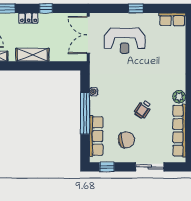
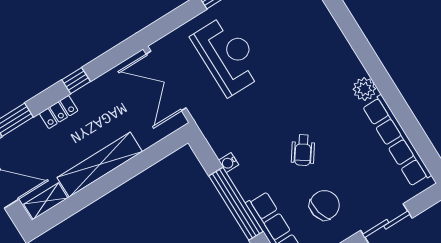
reception desk: (125, 41) -> (228, 56), turned -90
shelving: (32, 55) -> (100, 165), width x1.47
wheelchair: (143, 109) -> (303, 150), moved

